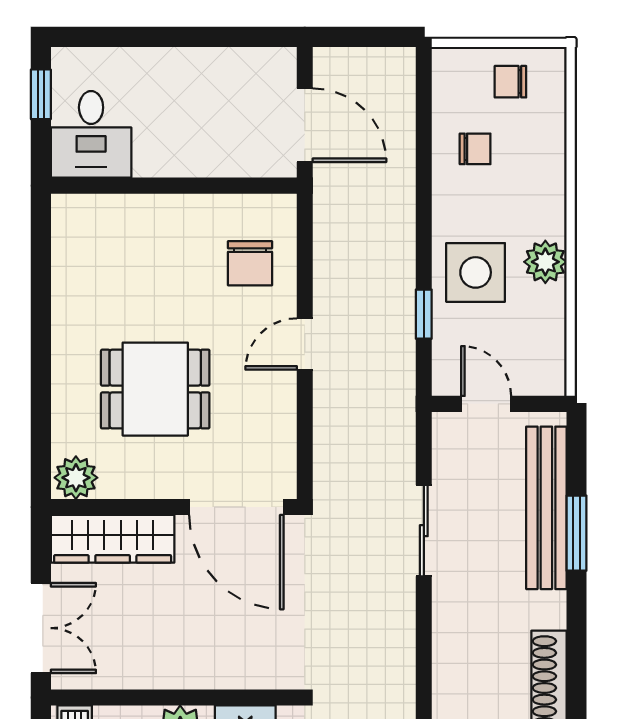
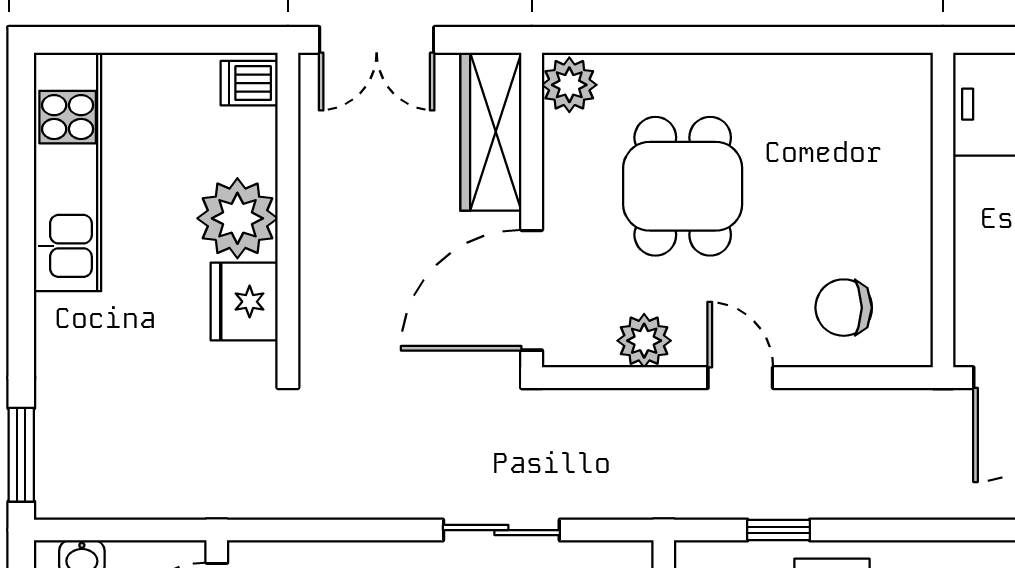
plant: (276, 419) -> (644, 341), added

